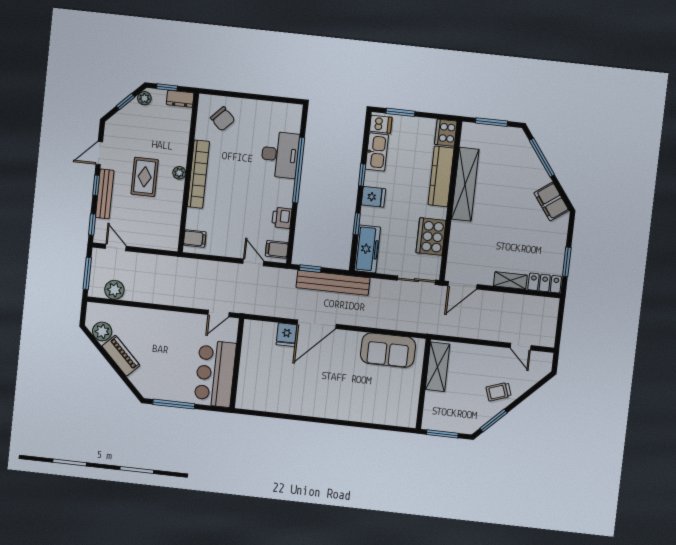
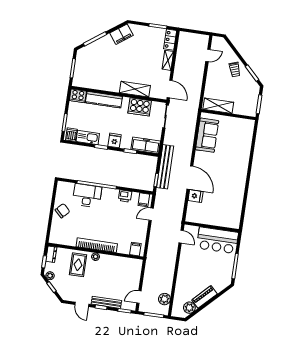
chair: (223, 119) -> (62, 211), moved
rug: (145, 177) -> (78, 265), moved, turned 90
shelving: (465, 184) -> (135, 89), moved, width x0.68

